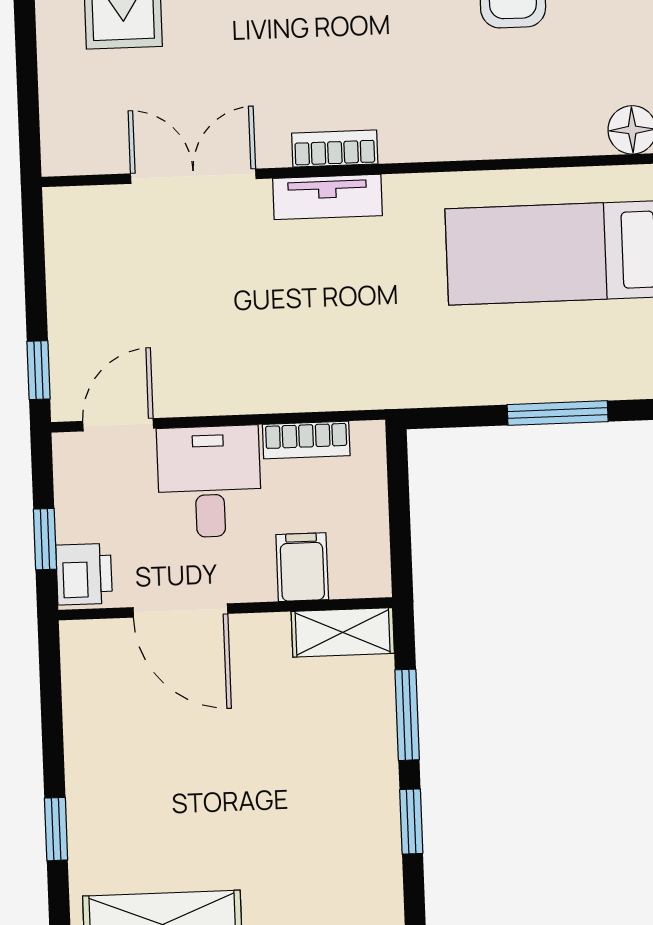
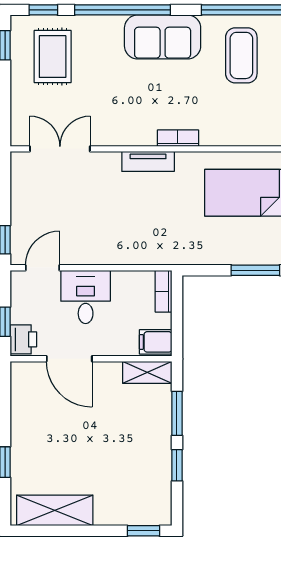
bookcase: (335, 149) -> (178, 138), moved
double door: (193, 176) -> (60, 149), moved
bookcase: (306, 440) -> (164, 291), moved, turned 90
filing cabinet: (302, 567) -> (156, 342), moved, turned -90

